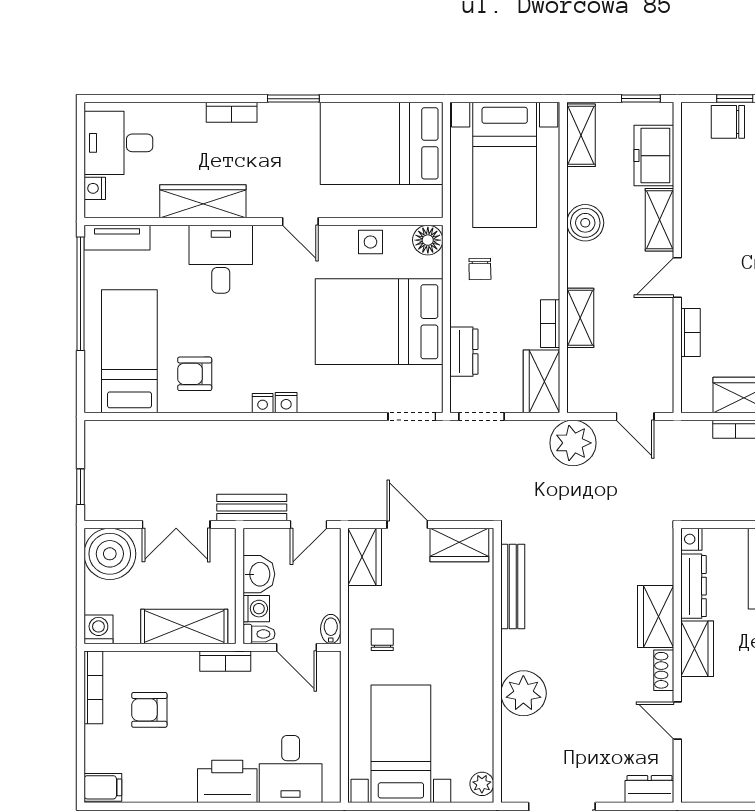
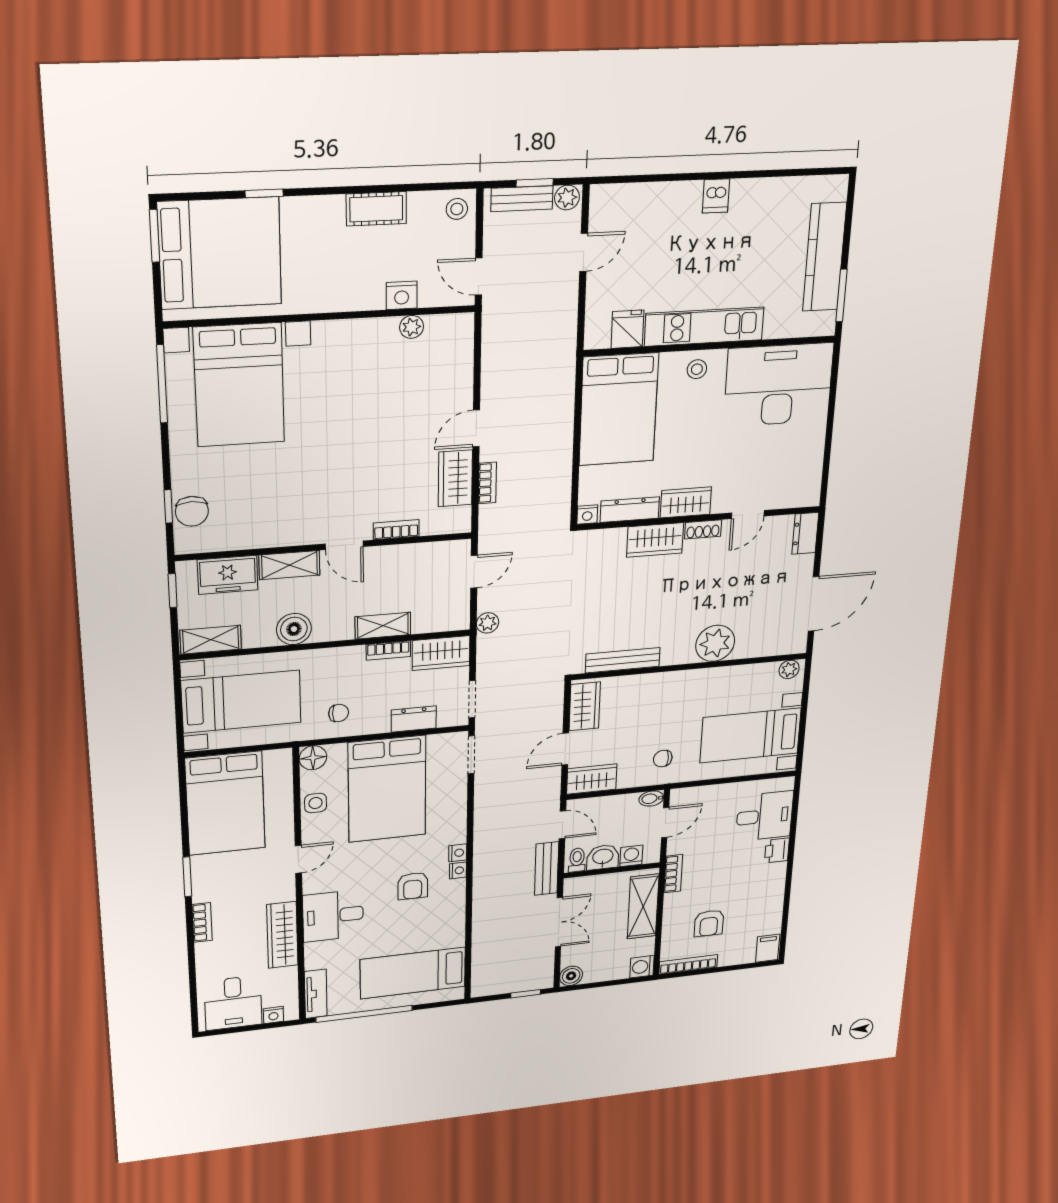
armchair: (195, 374) -> (413, 886), moved
plant: (573, 443) -> (488, 623), width x0.53, depth x0.53
boiler: (110, 554) -> (571, 976), width x0.54, depth x0.54
toilet: (259, 634) -> (577, 860), moved
printer: (227, 781) -> (777, 850), width x0.53, depth x0.68

